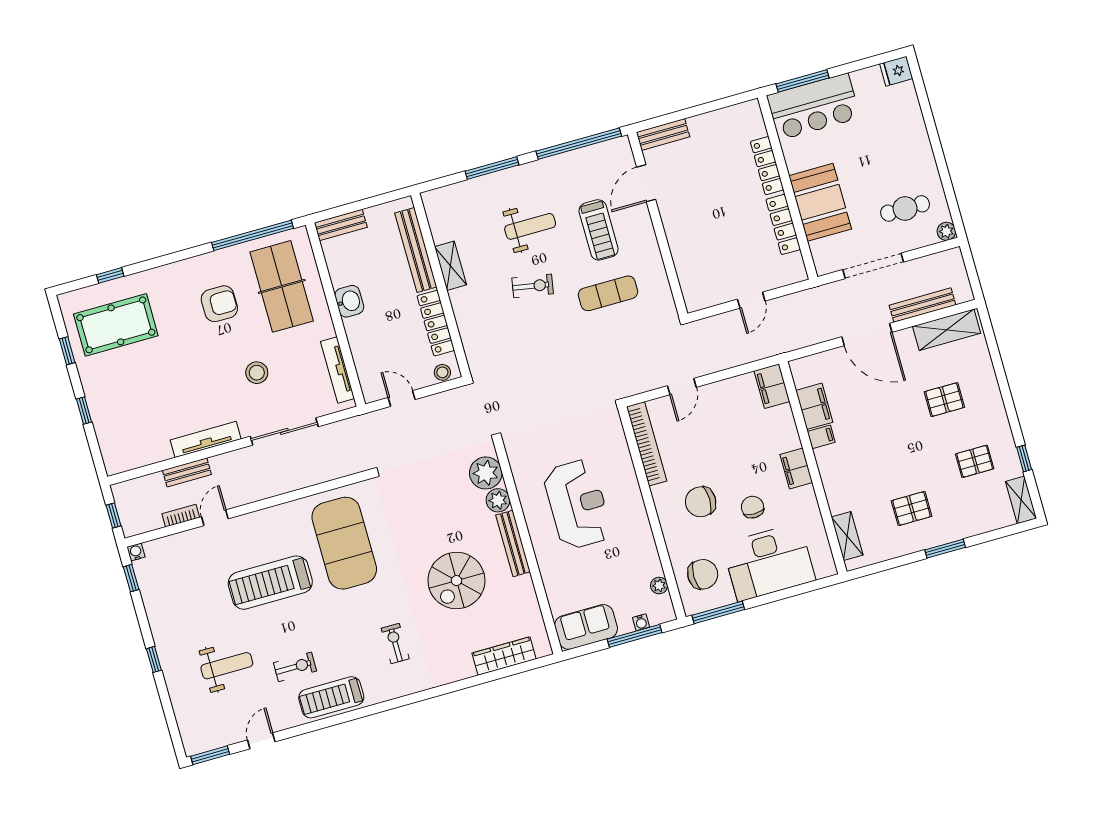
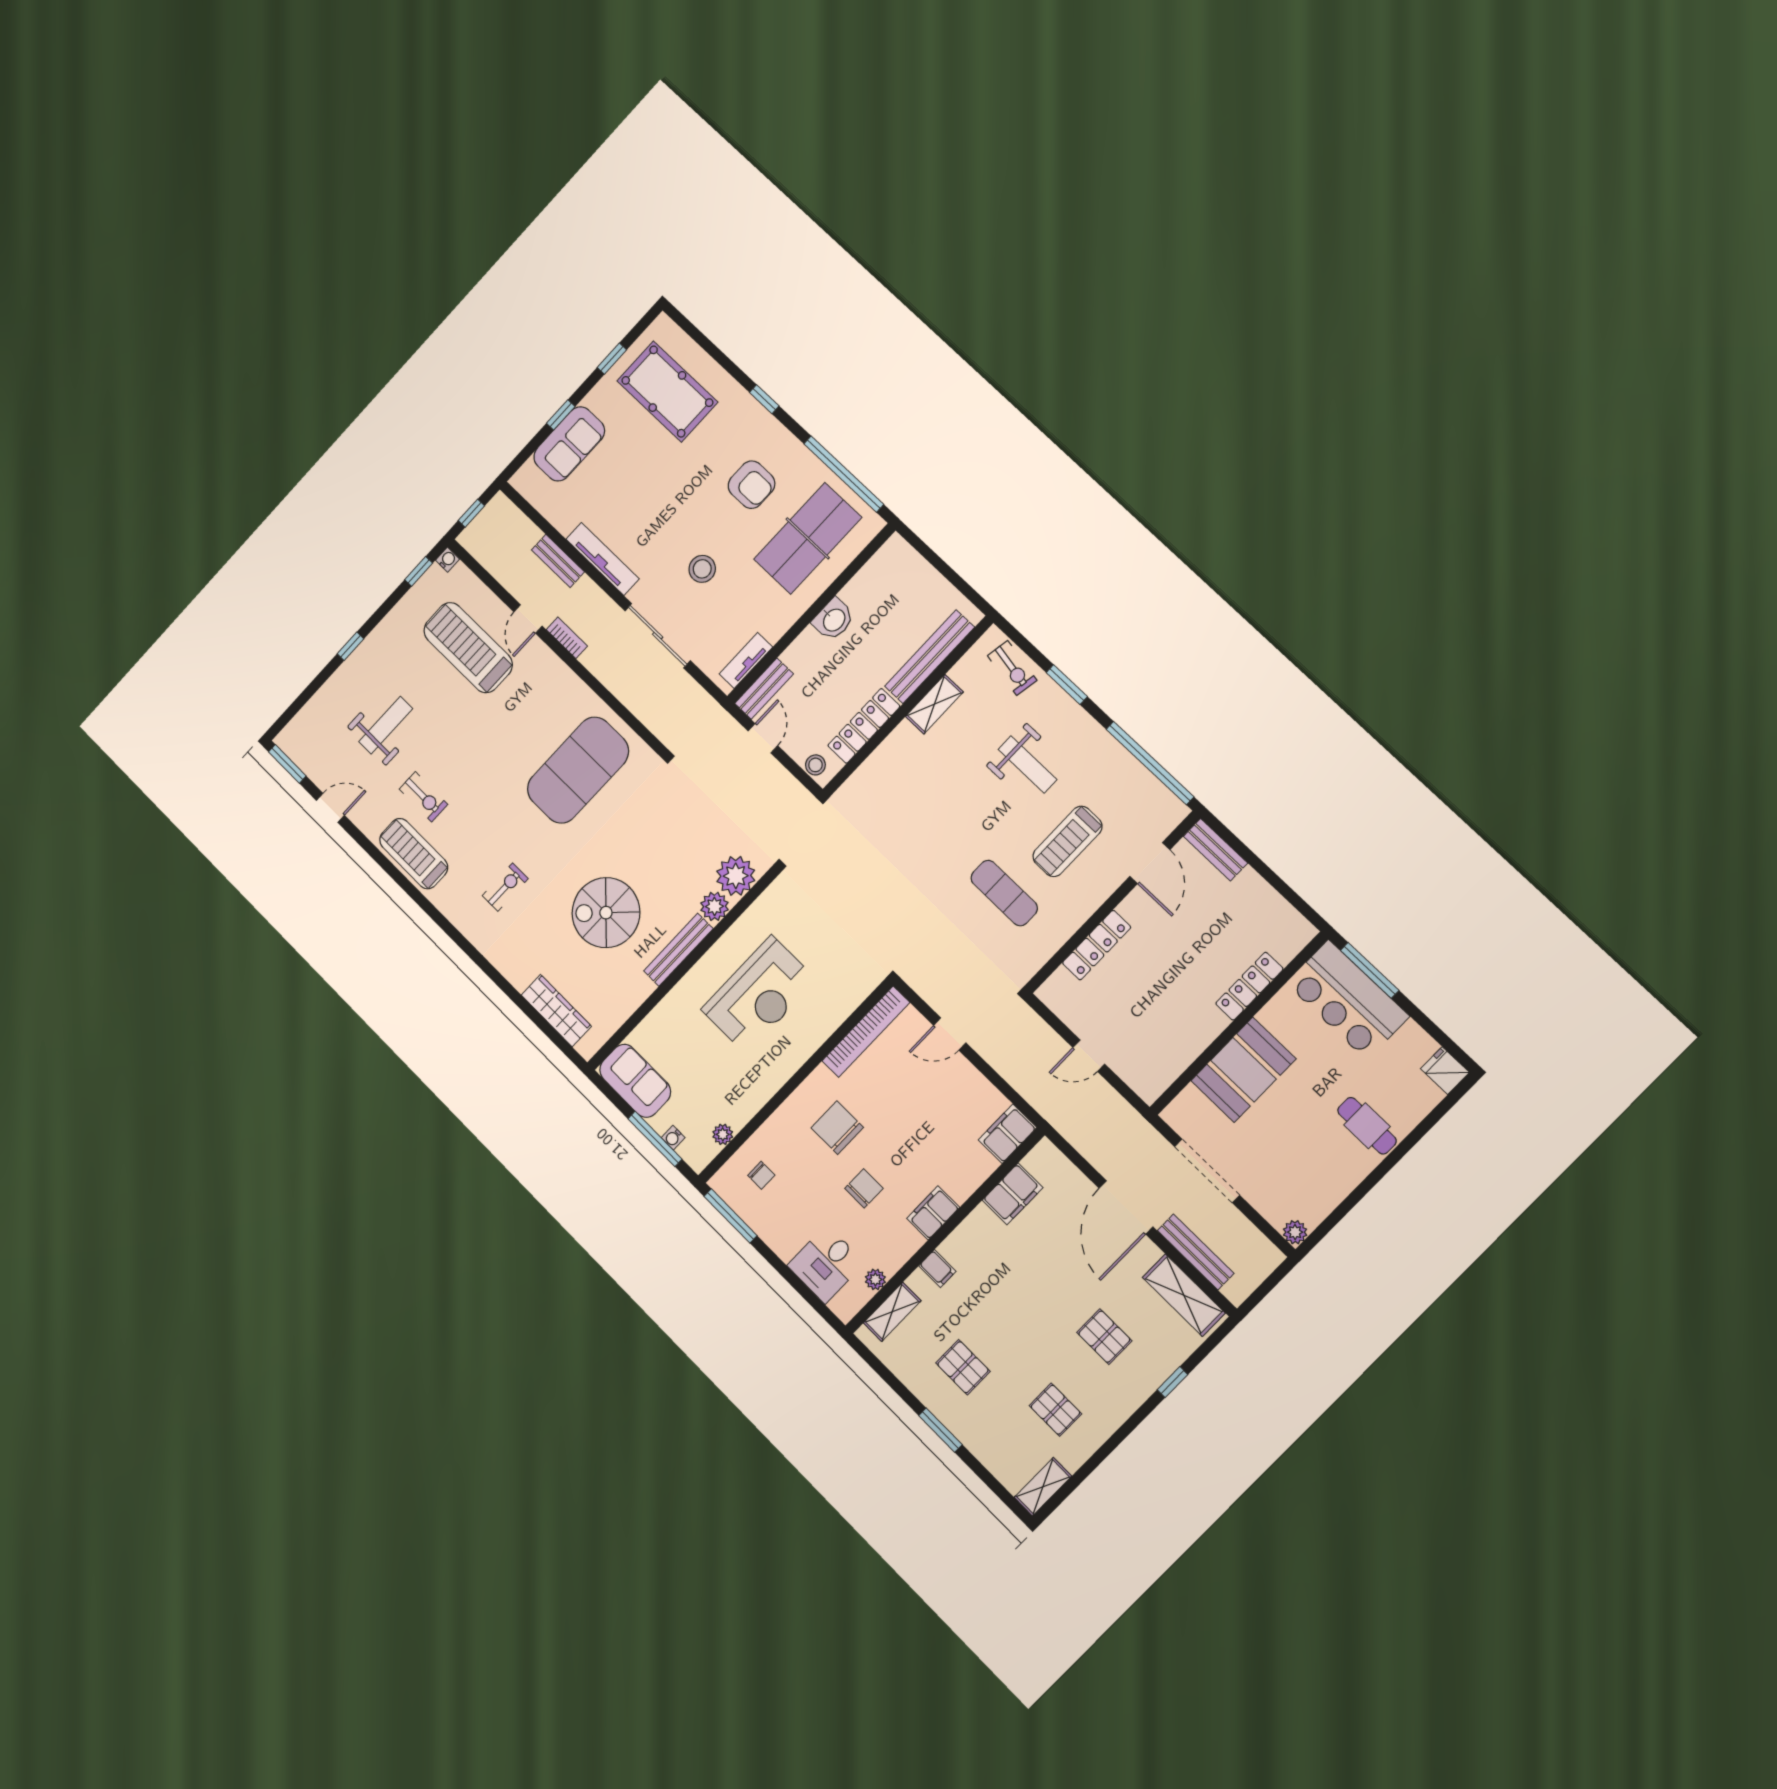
window: (492, 168) -> (1067, 685), width x0.69
door: (646, 183) -> (1150, 863), swing flipped
cafe table: (905, 208) -> (1367, 1126), moved
locker: (783, 224) -> (1097, 945), moved, turned 180
bench: (341, 225) -> (764, 689), moved, turned 90
window: (110, 275) -> (764, 399), moved
exercise bike: (533, 286) -> (1012, 668), moved
tv unit: (338, 370) -> (746, 660), width x0.71
sofa: (109, 416) -> (569, 444), added
filing cabinet: (821, 437) -> (937, 1269), moved
window: (1024, 458) -> (1172, 1382), moved
bookcase: (181, 516) -> (567, 638), moved
door: (215, 518) -> (528, 619), swing flipped
plant: (819, 535) -> (875, 1279), added
desk: (769, 562) -> (826, 1264), width x0.53, depth x0.77
chair: (703, 574) -> (761, 1175), width x0.54, depth x0.54
treadmill: (270, 583) -> (468, 648), moved
weight bench: (227, 666) -> (386, 725), turned -90

